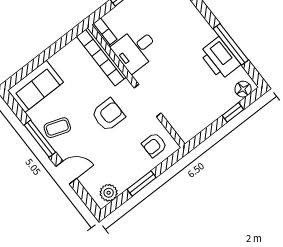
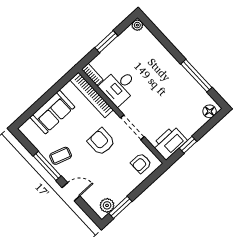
printer: (220, 58) -> (170, 143), moved, turned 90
sofa: (36, 86) -> (52, 112), moved
window: (233, 112) -> (188, 145), moved
armchair: (108, 115) -> (101, 142), turned -90
window: (142, 183) -> (120, 207), moved

